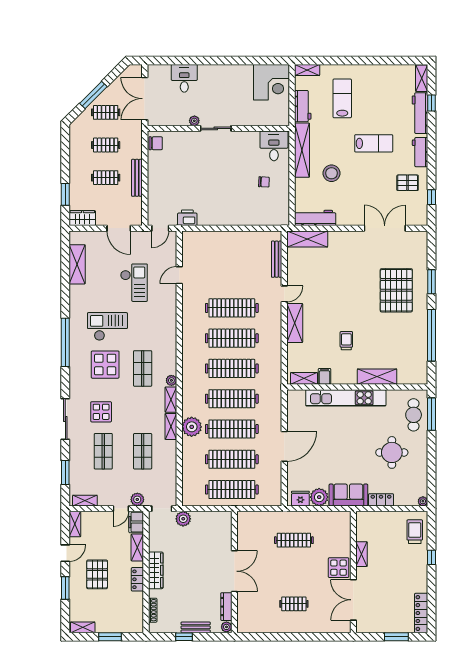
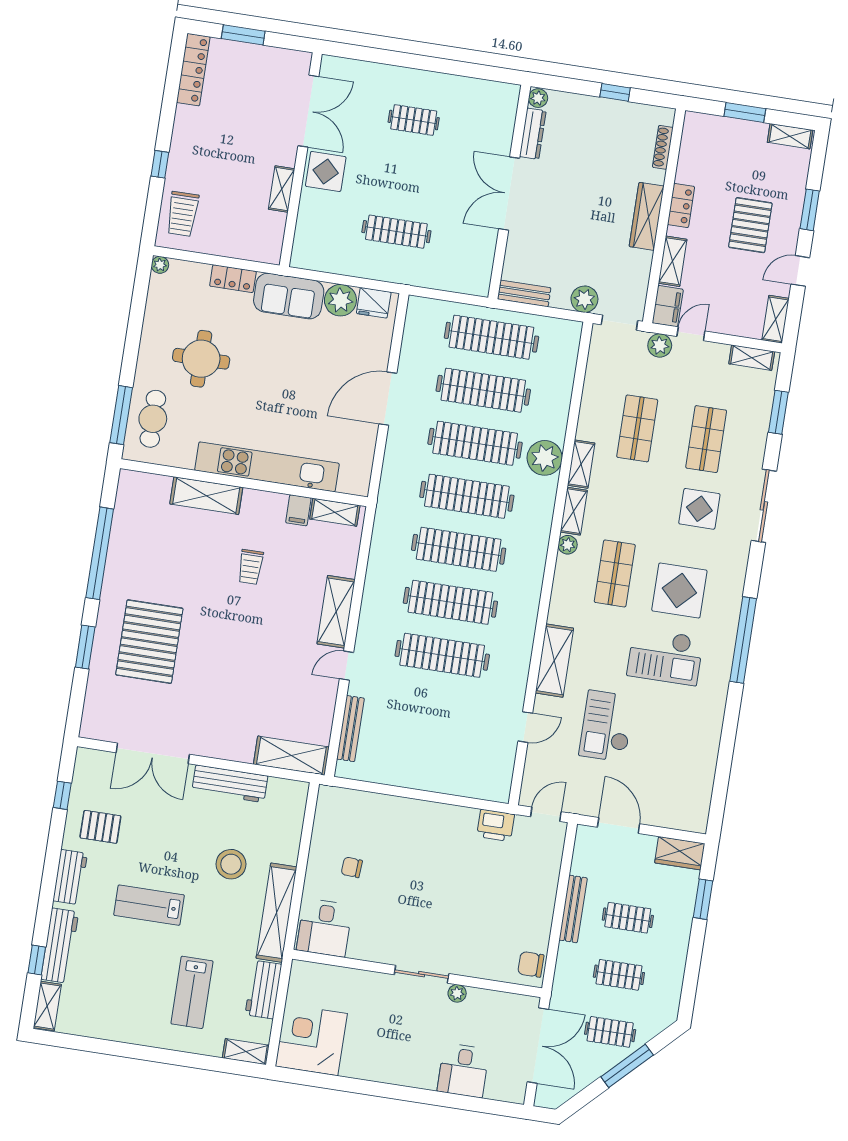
workbench: (315, 218) -> (230, 784), moved
shelving: (77, 264) -> (554, 661), moved
bench: (196, 627) -> (524, 293), moved

